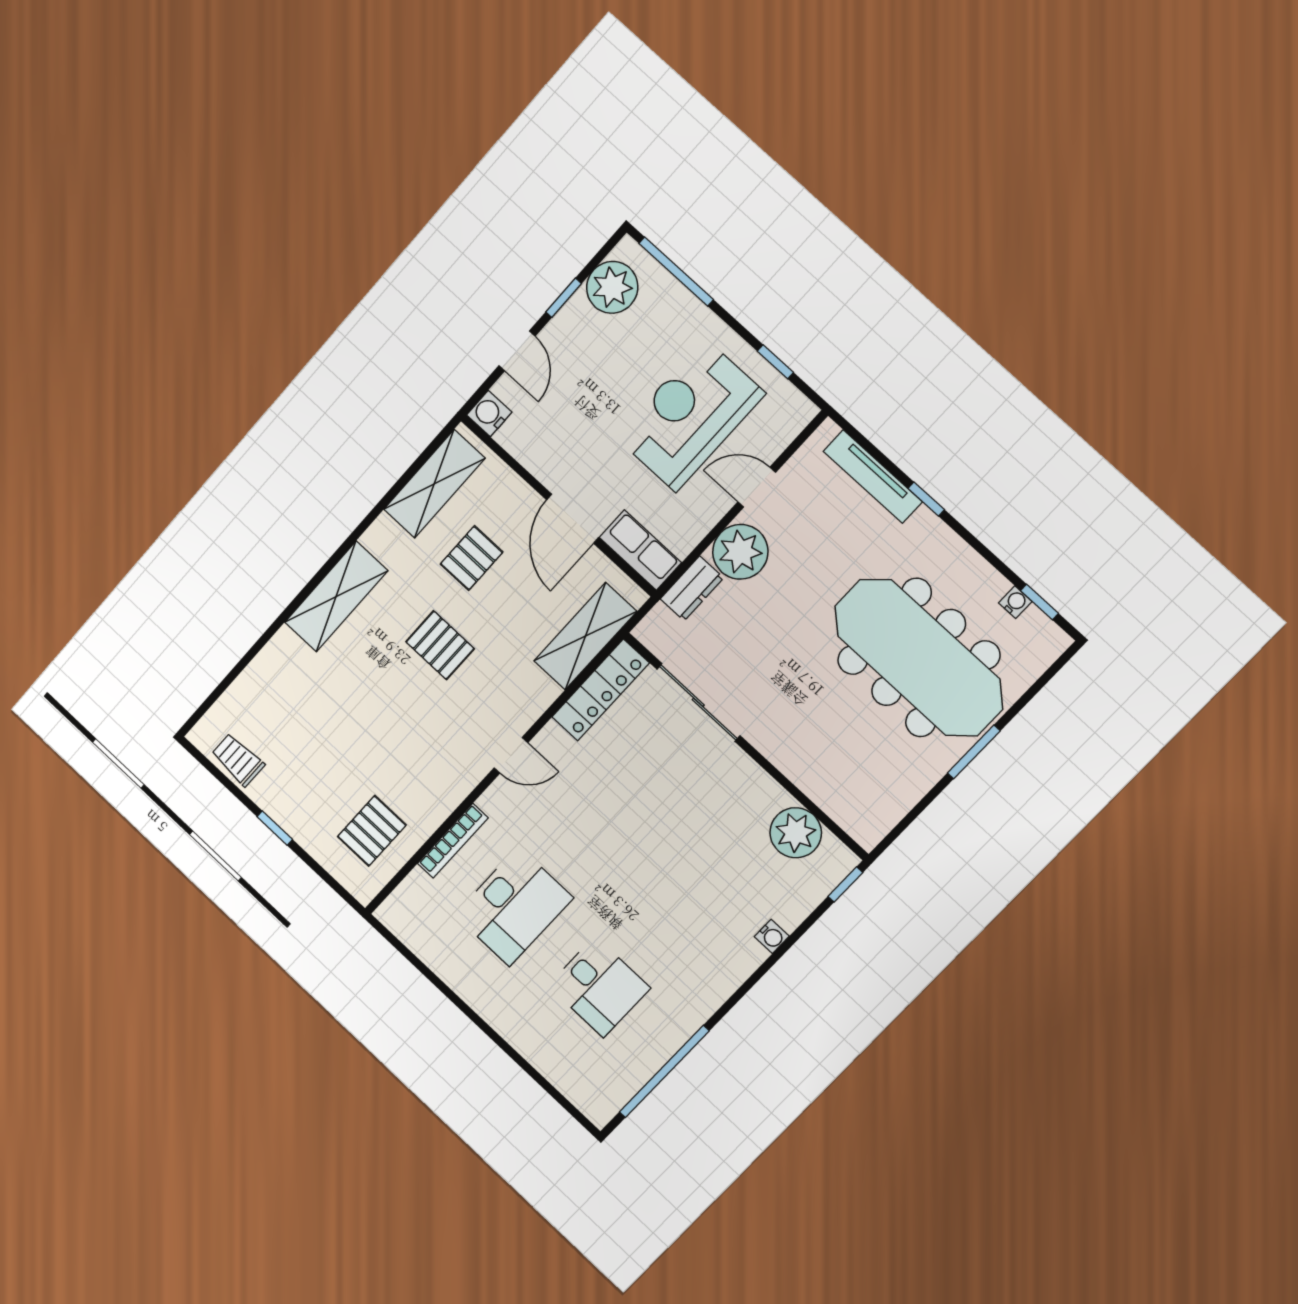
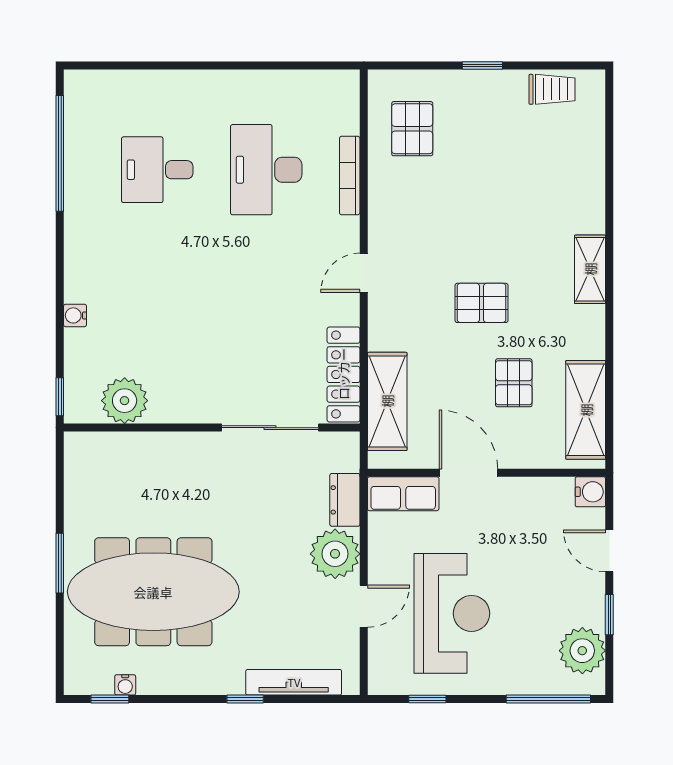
shelving: (336, 596) -> (590, 269), width x0.67, depth x0.75

